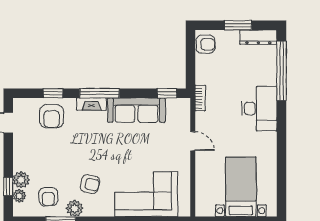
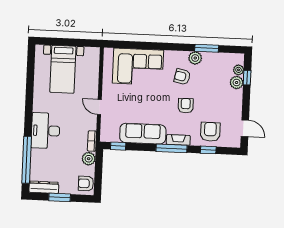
plant: (203, 76) -> (89, 159), added
armchair: (48, 197) -> (186, 106), moved

